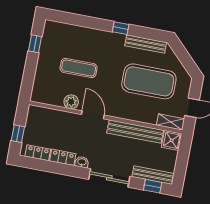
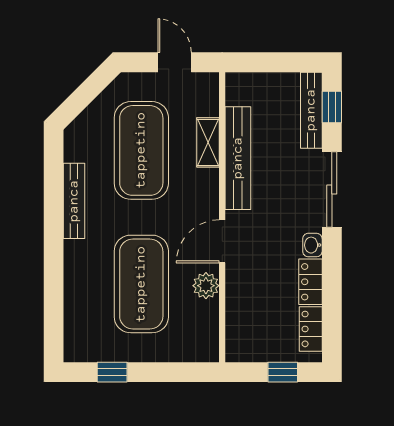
window: (121, 28) -> (54, 221), removed
bench: (146, 44) -> (74, 201), moved
exercise mat: (79, 68) -> (141, 284), width x2.00, depth x1.45
shelving: (171, 122) -> (208, 142), moved
shower: (172, 140) -> (241, 88), removed

